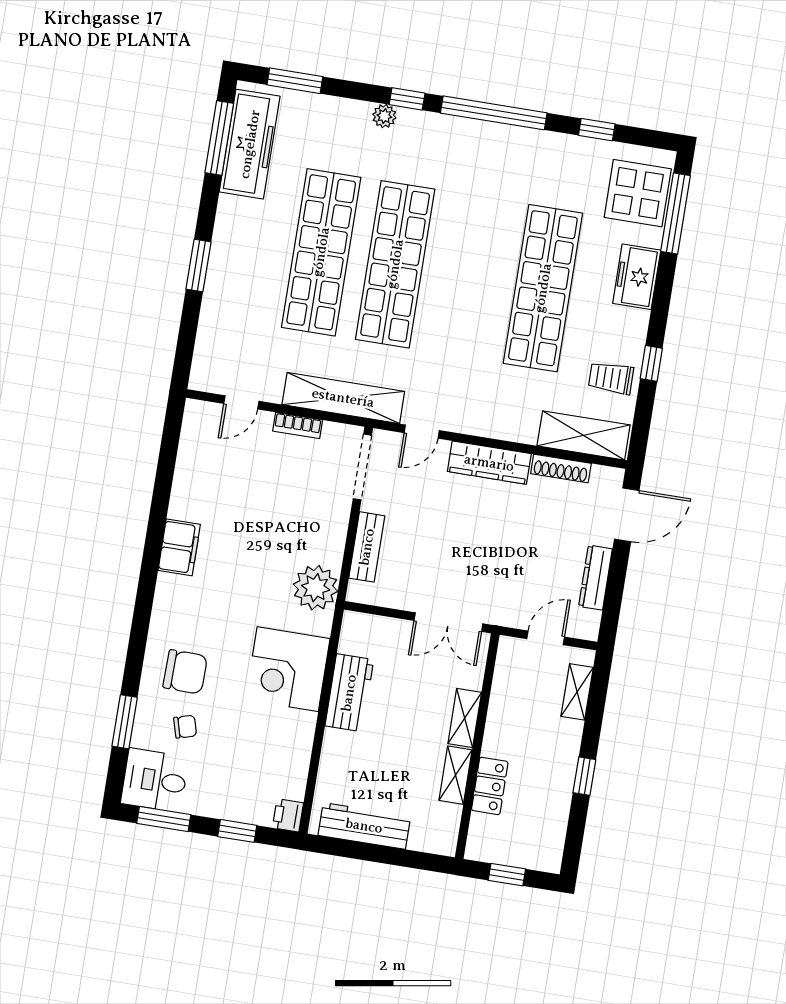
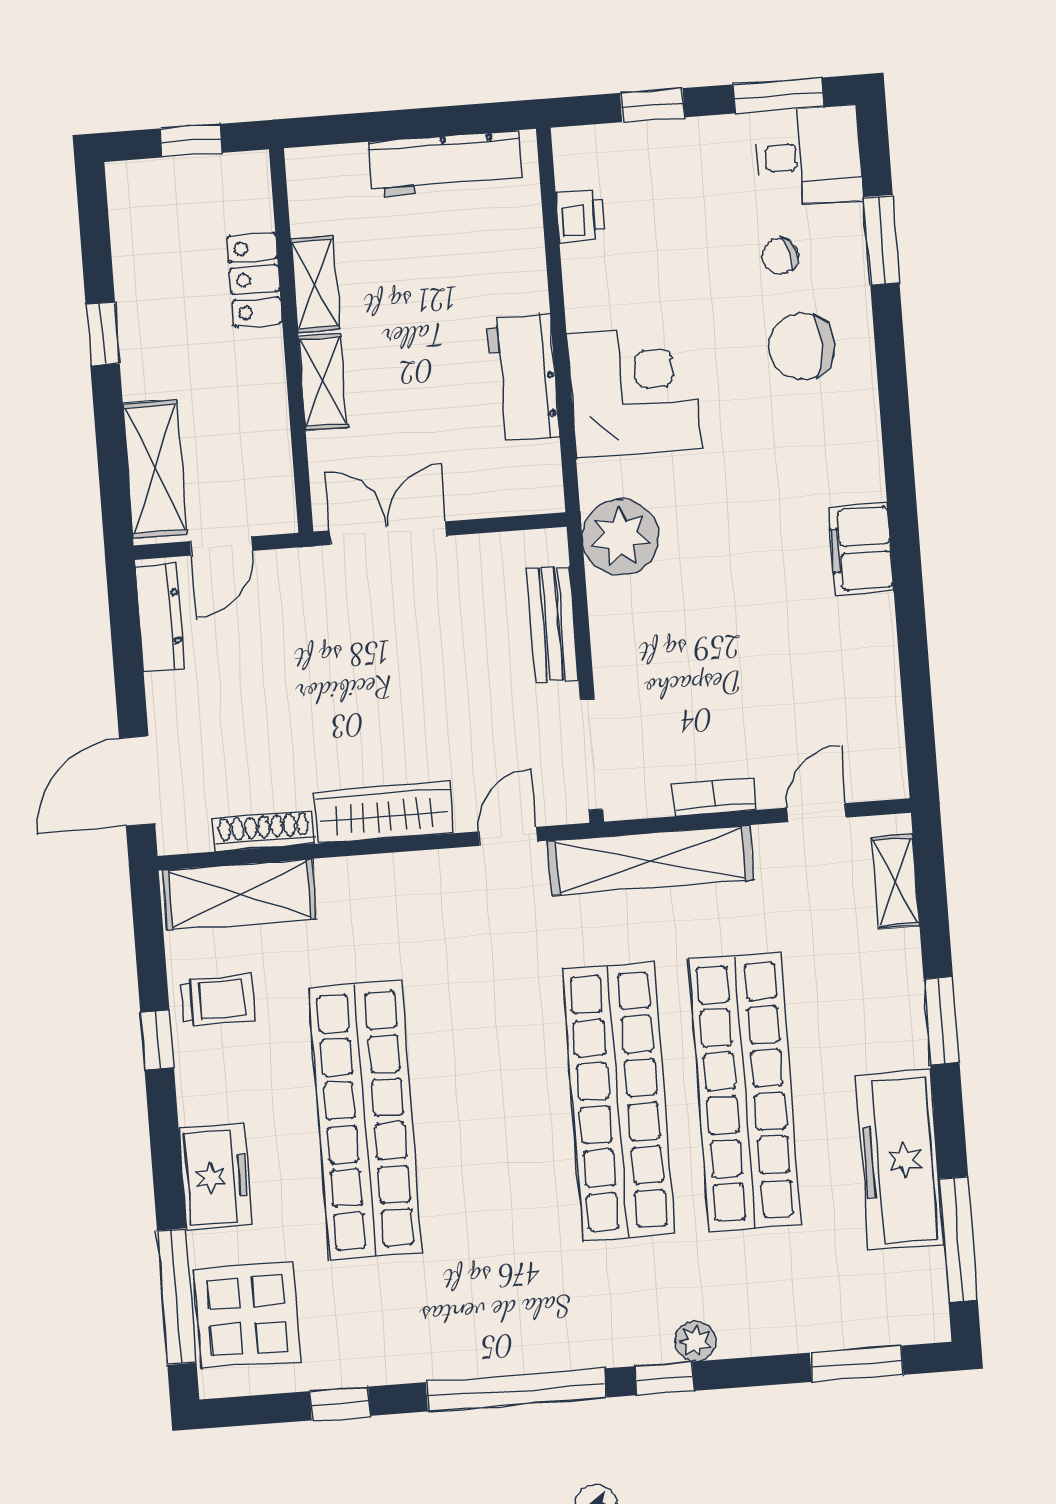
freezer: (250, 144) -> (900, 1160), moved
shelving: (206, 352) -> (895, 882), added
dresser: (595, 578) -> (160, 617), moved
shelving: (577, 692) -> (155, 469), width x1.50, depth x1.33
printer: (288, 815) -> (580, 216), moved

